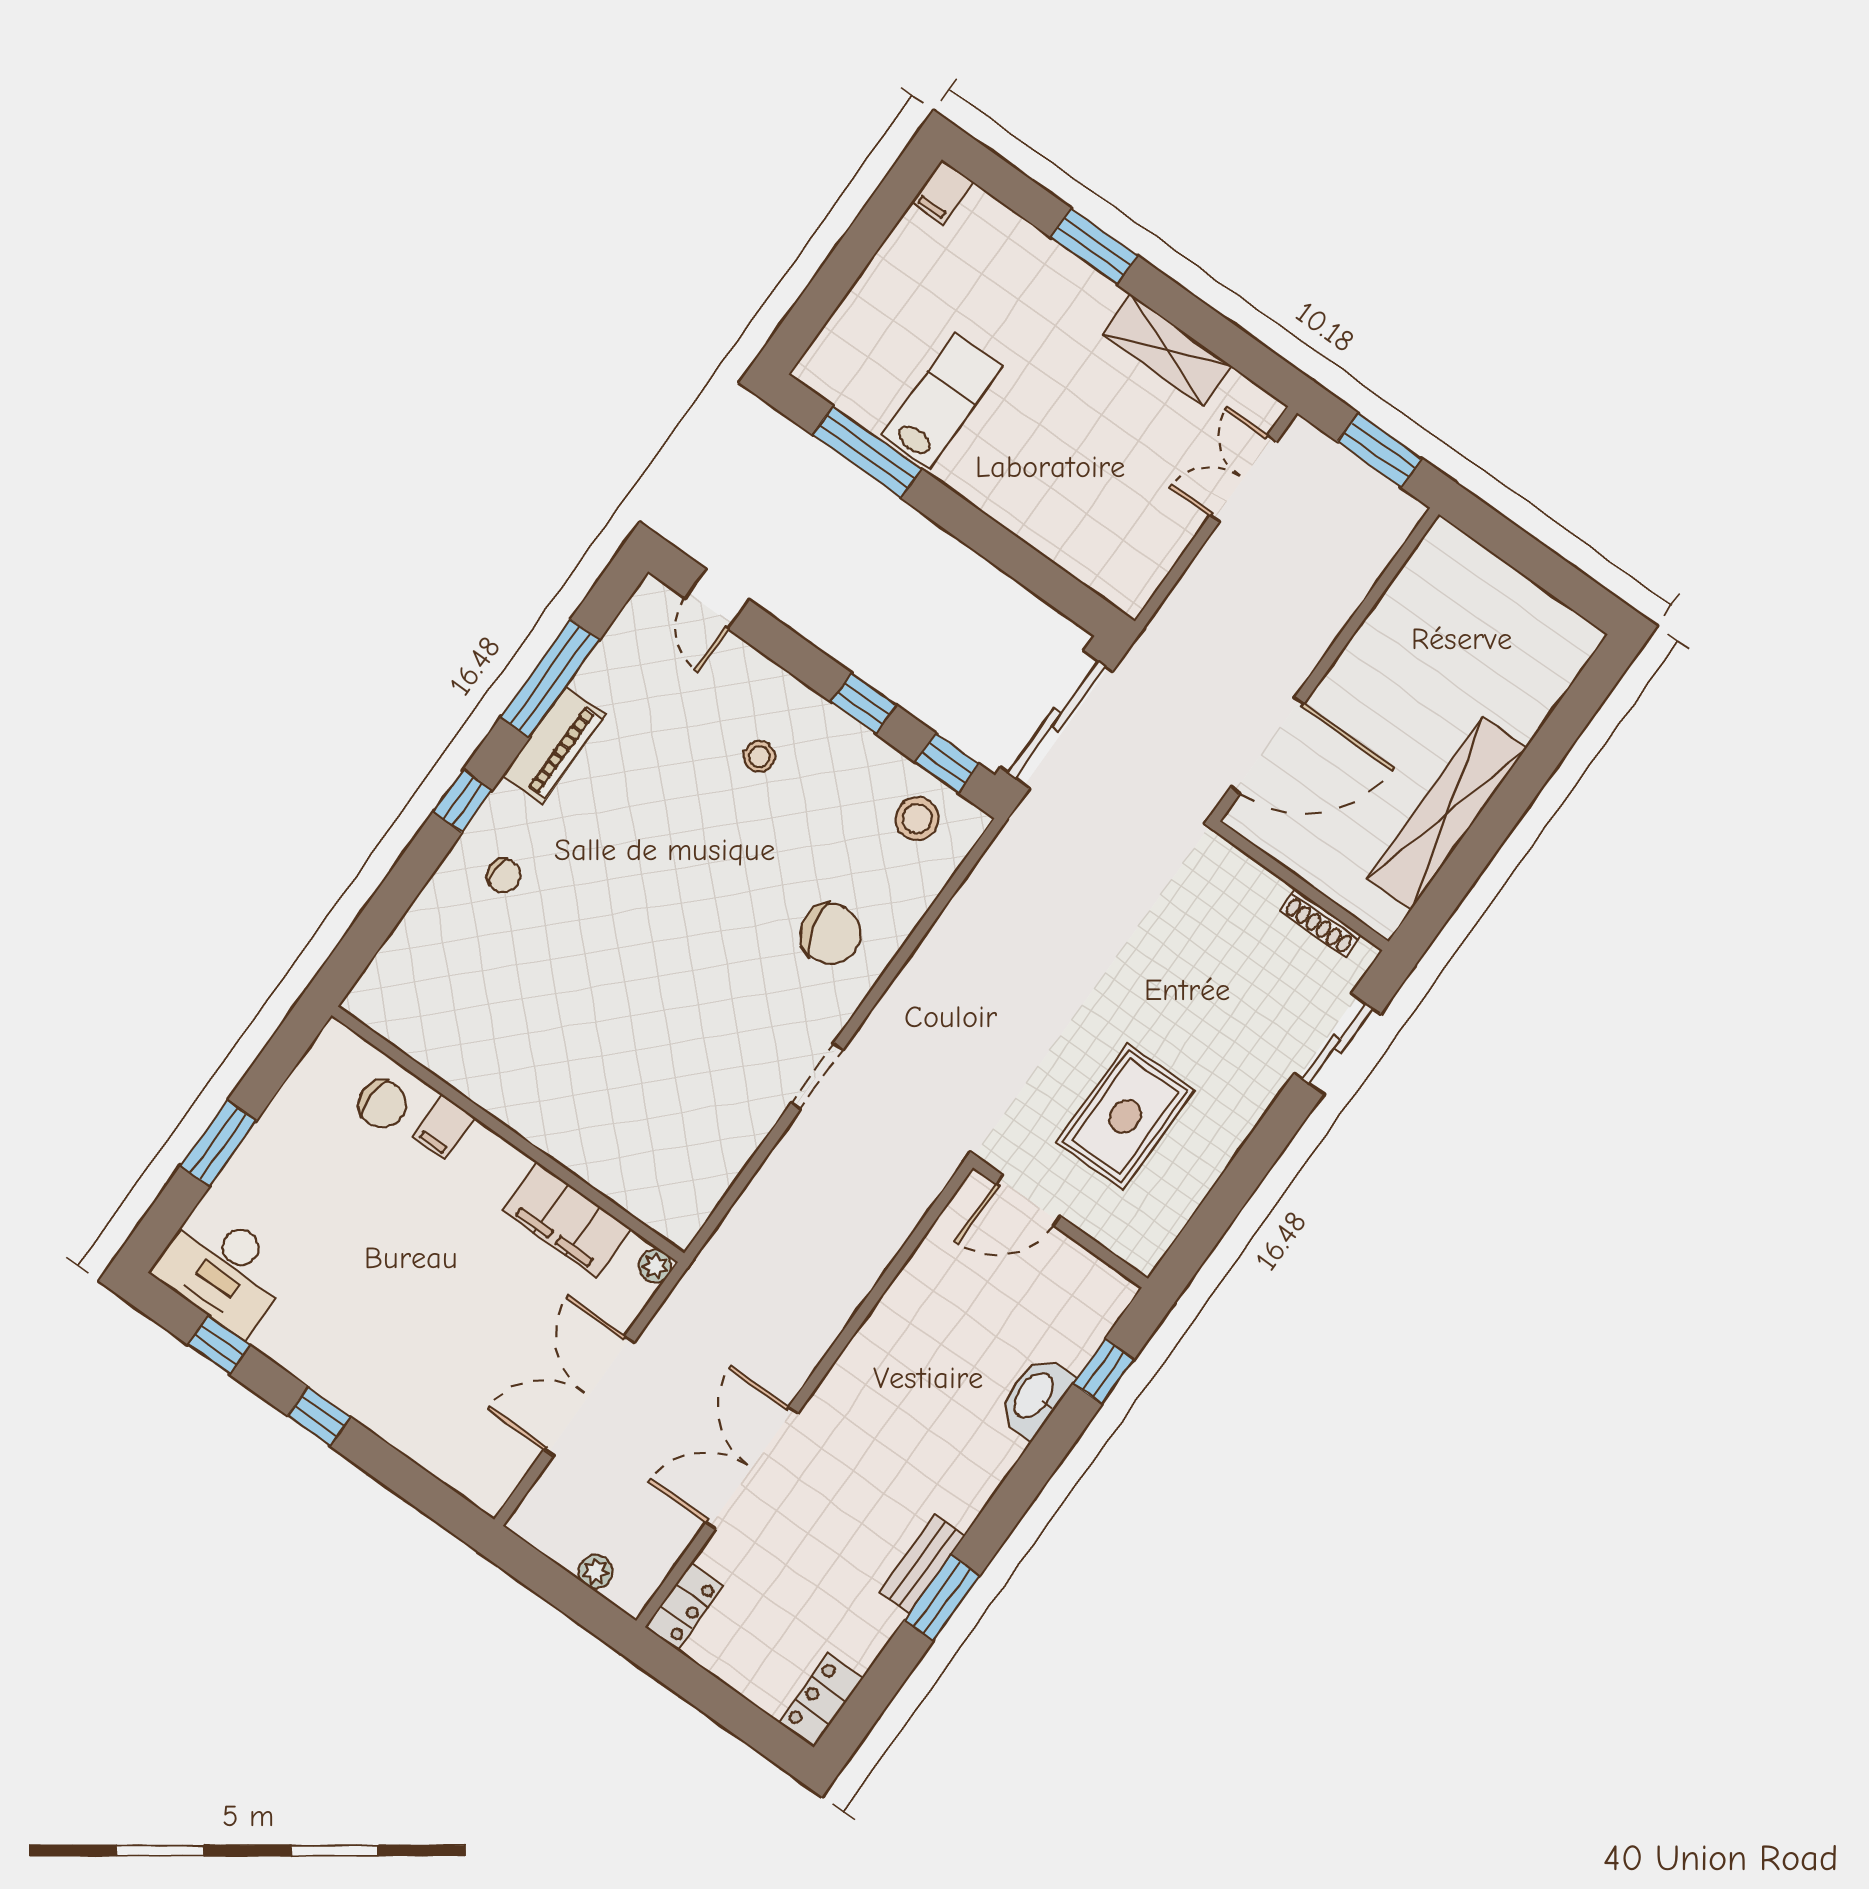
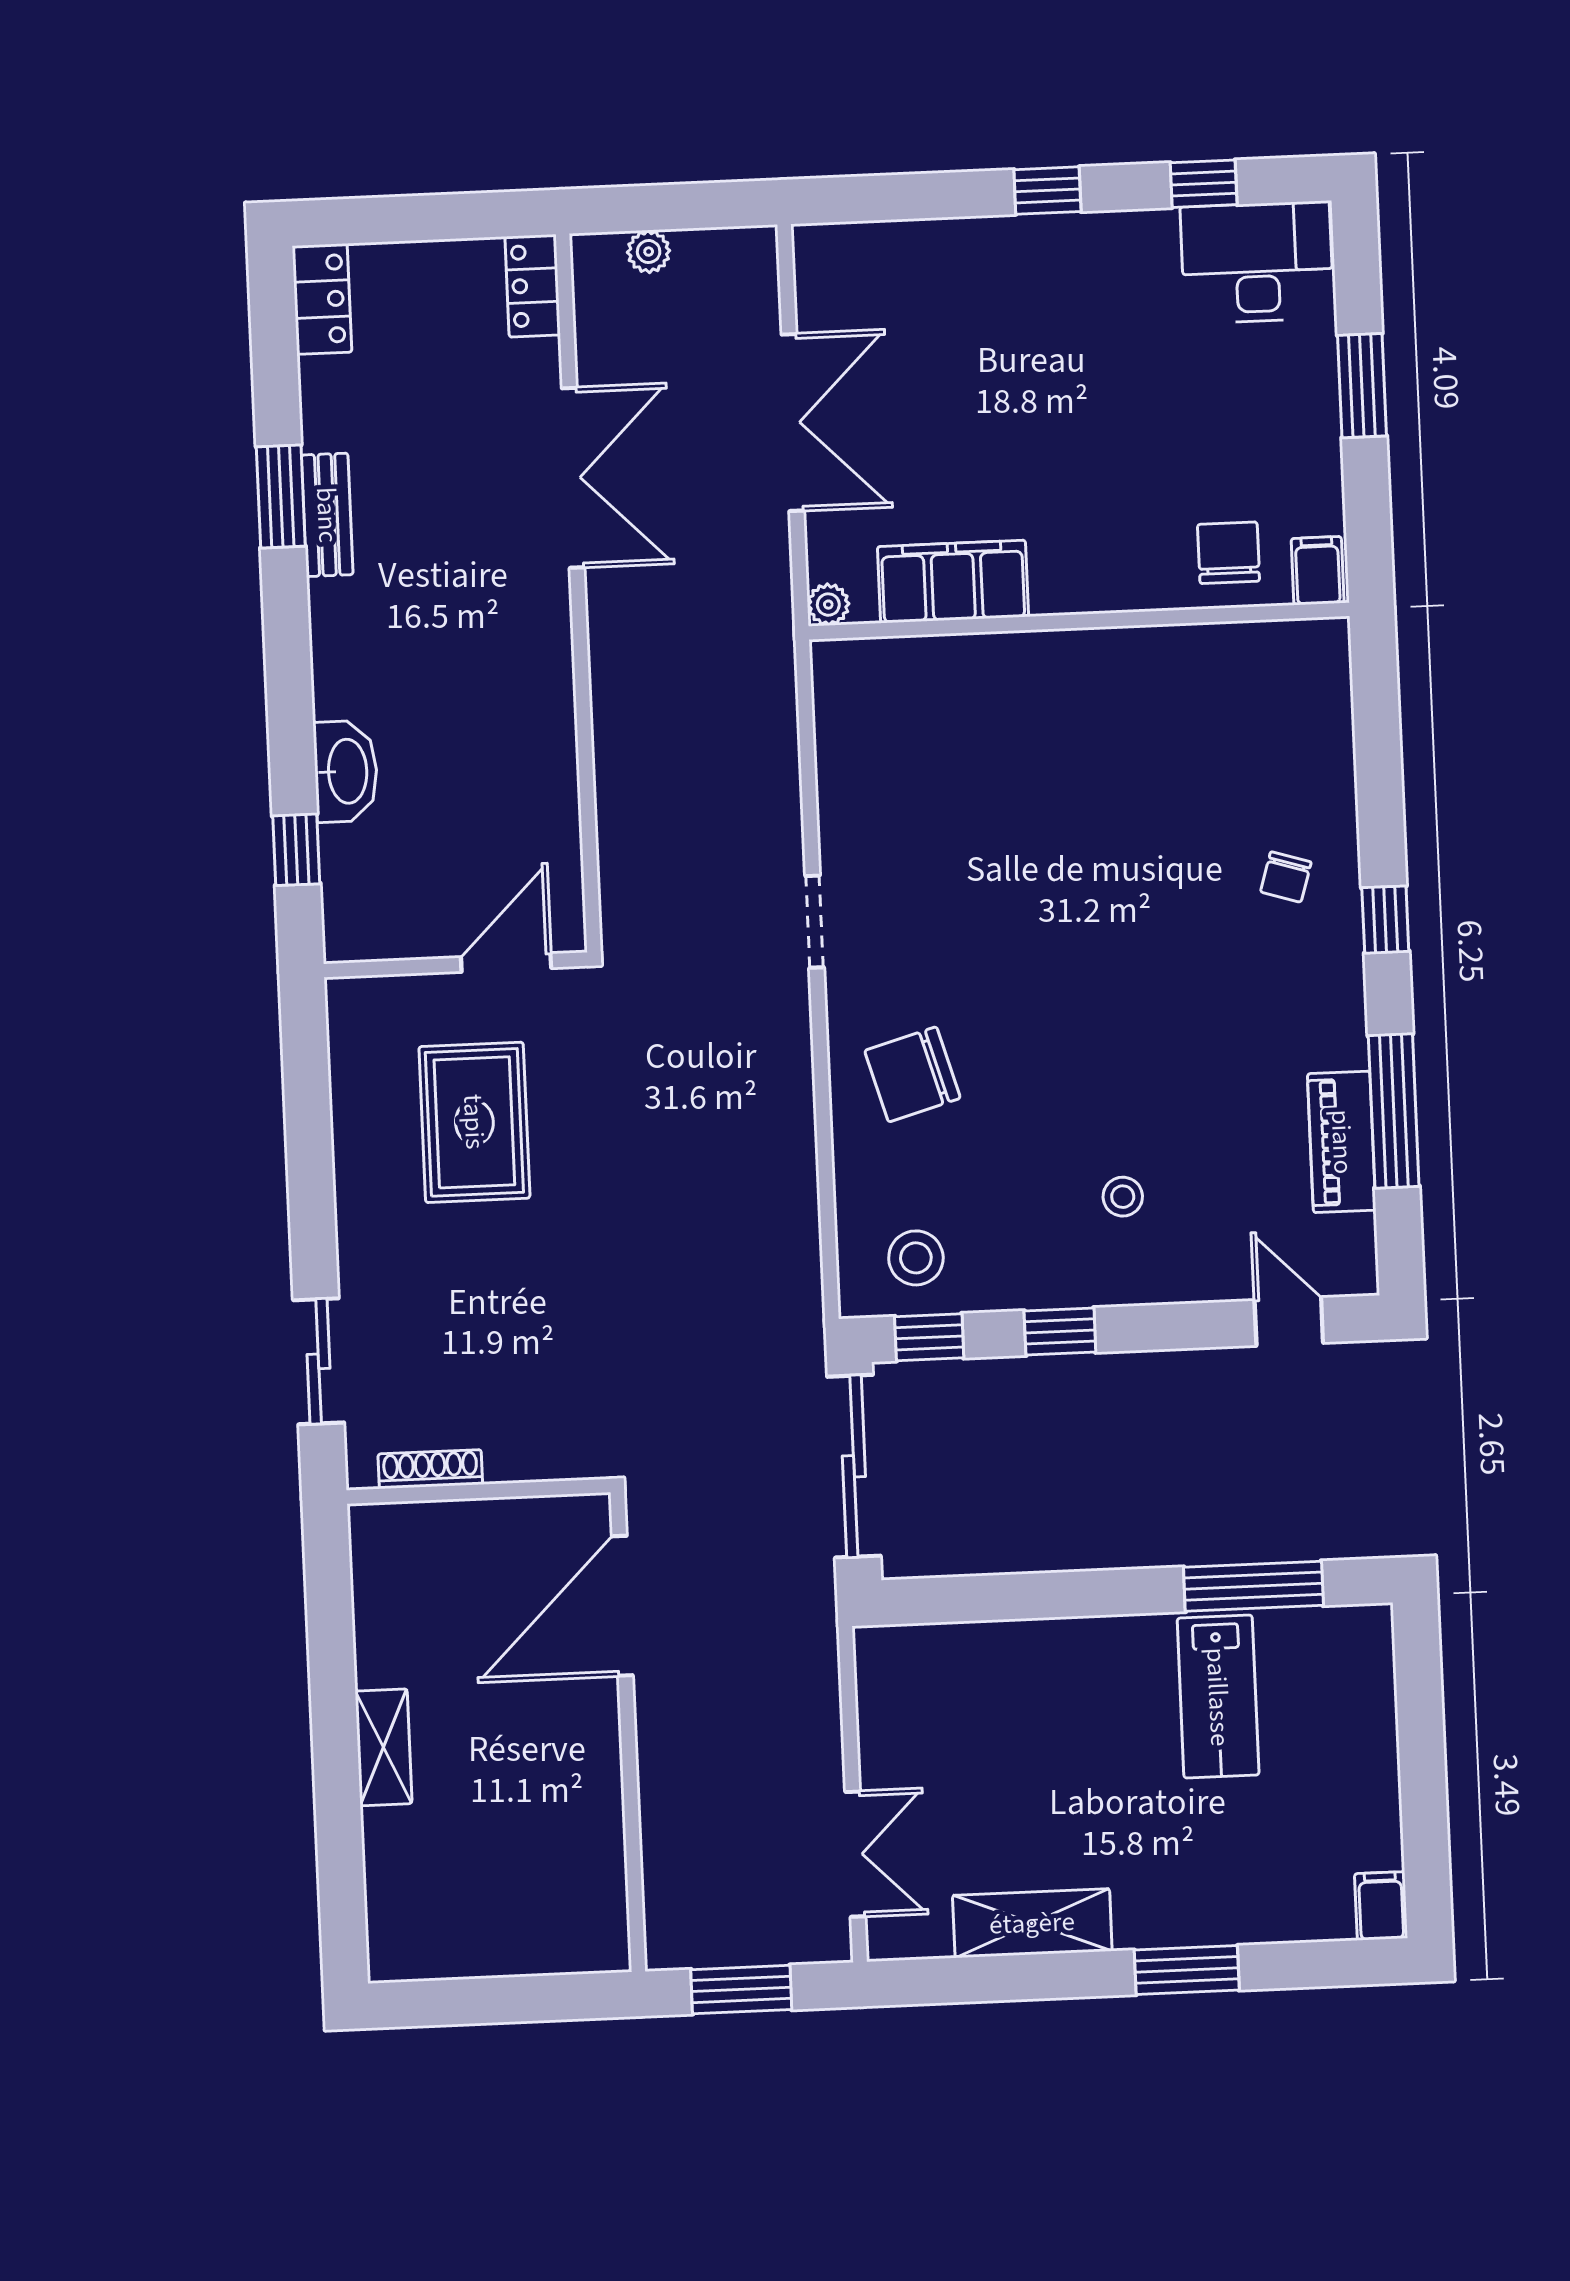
piano: (554, 745) -> (1342, 1142), moved
shelving: (1447, 813) -> (384, 1747), width x0.45, depth x0.75
chair: (504, 876) -> (1286, 877), turned -73
chair: (382, 1104) -> (1229, 553), turned 90
filing cabinet: (444, 1127) -> (1318, 571), moved

